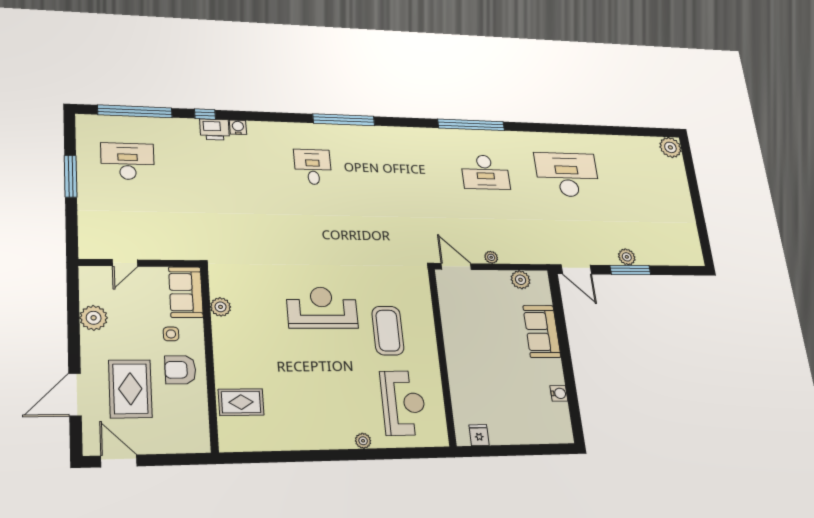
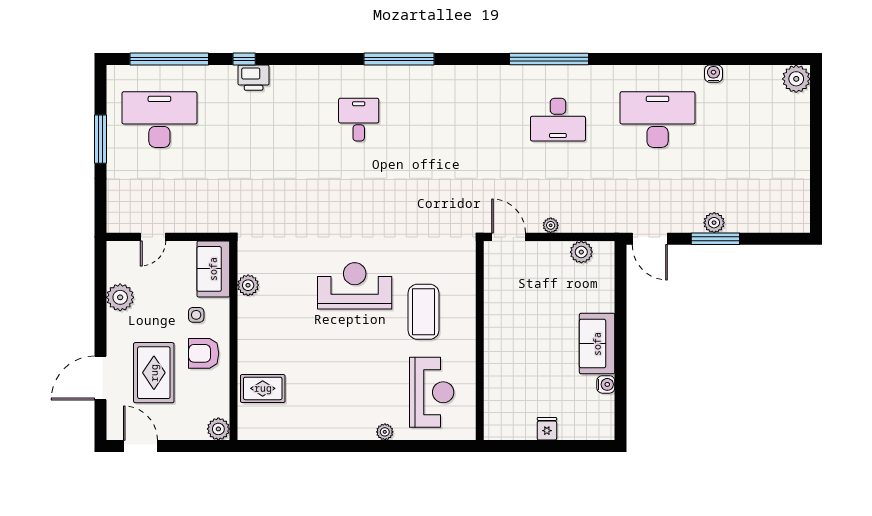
water cooler: (238, 127) -> (713, 74), moved
desk: (128, 161) -> (159, 120), width x1.36, depth x1.30
sofa: (542, 331) -> (597, 344), moved
fridge: (479, 435) -> (547, 429), moved
plant: (199, 442) -> (218, 429), added

